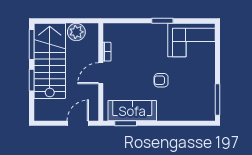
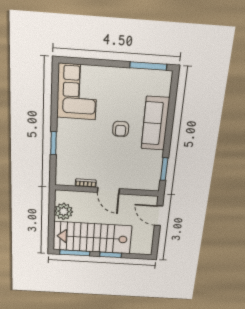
window: (162, 21) -> (54, 143), moved
sofa: (132, 111) -> (155, 123), moved

